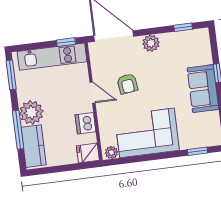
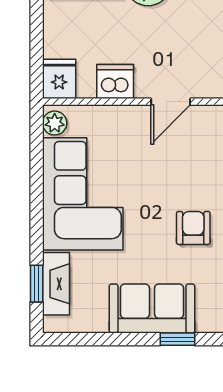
armchair: (127, 84) -> (193, 228), moved, turned 97
fireplace: (196, 141) -> (56, 284), added

